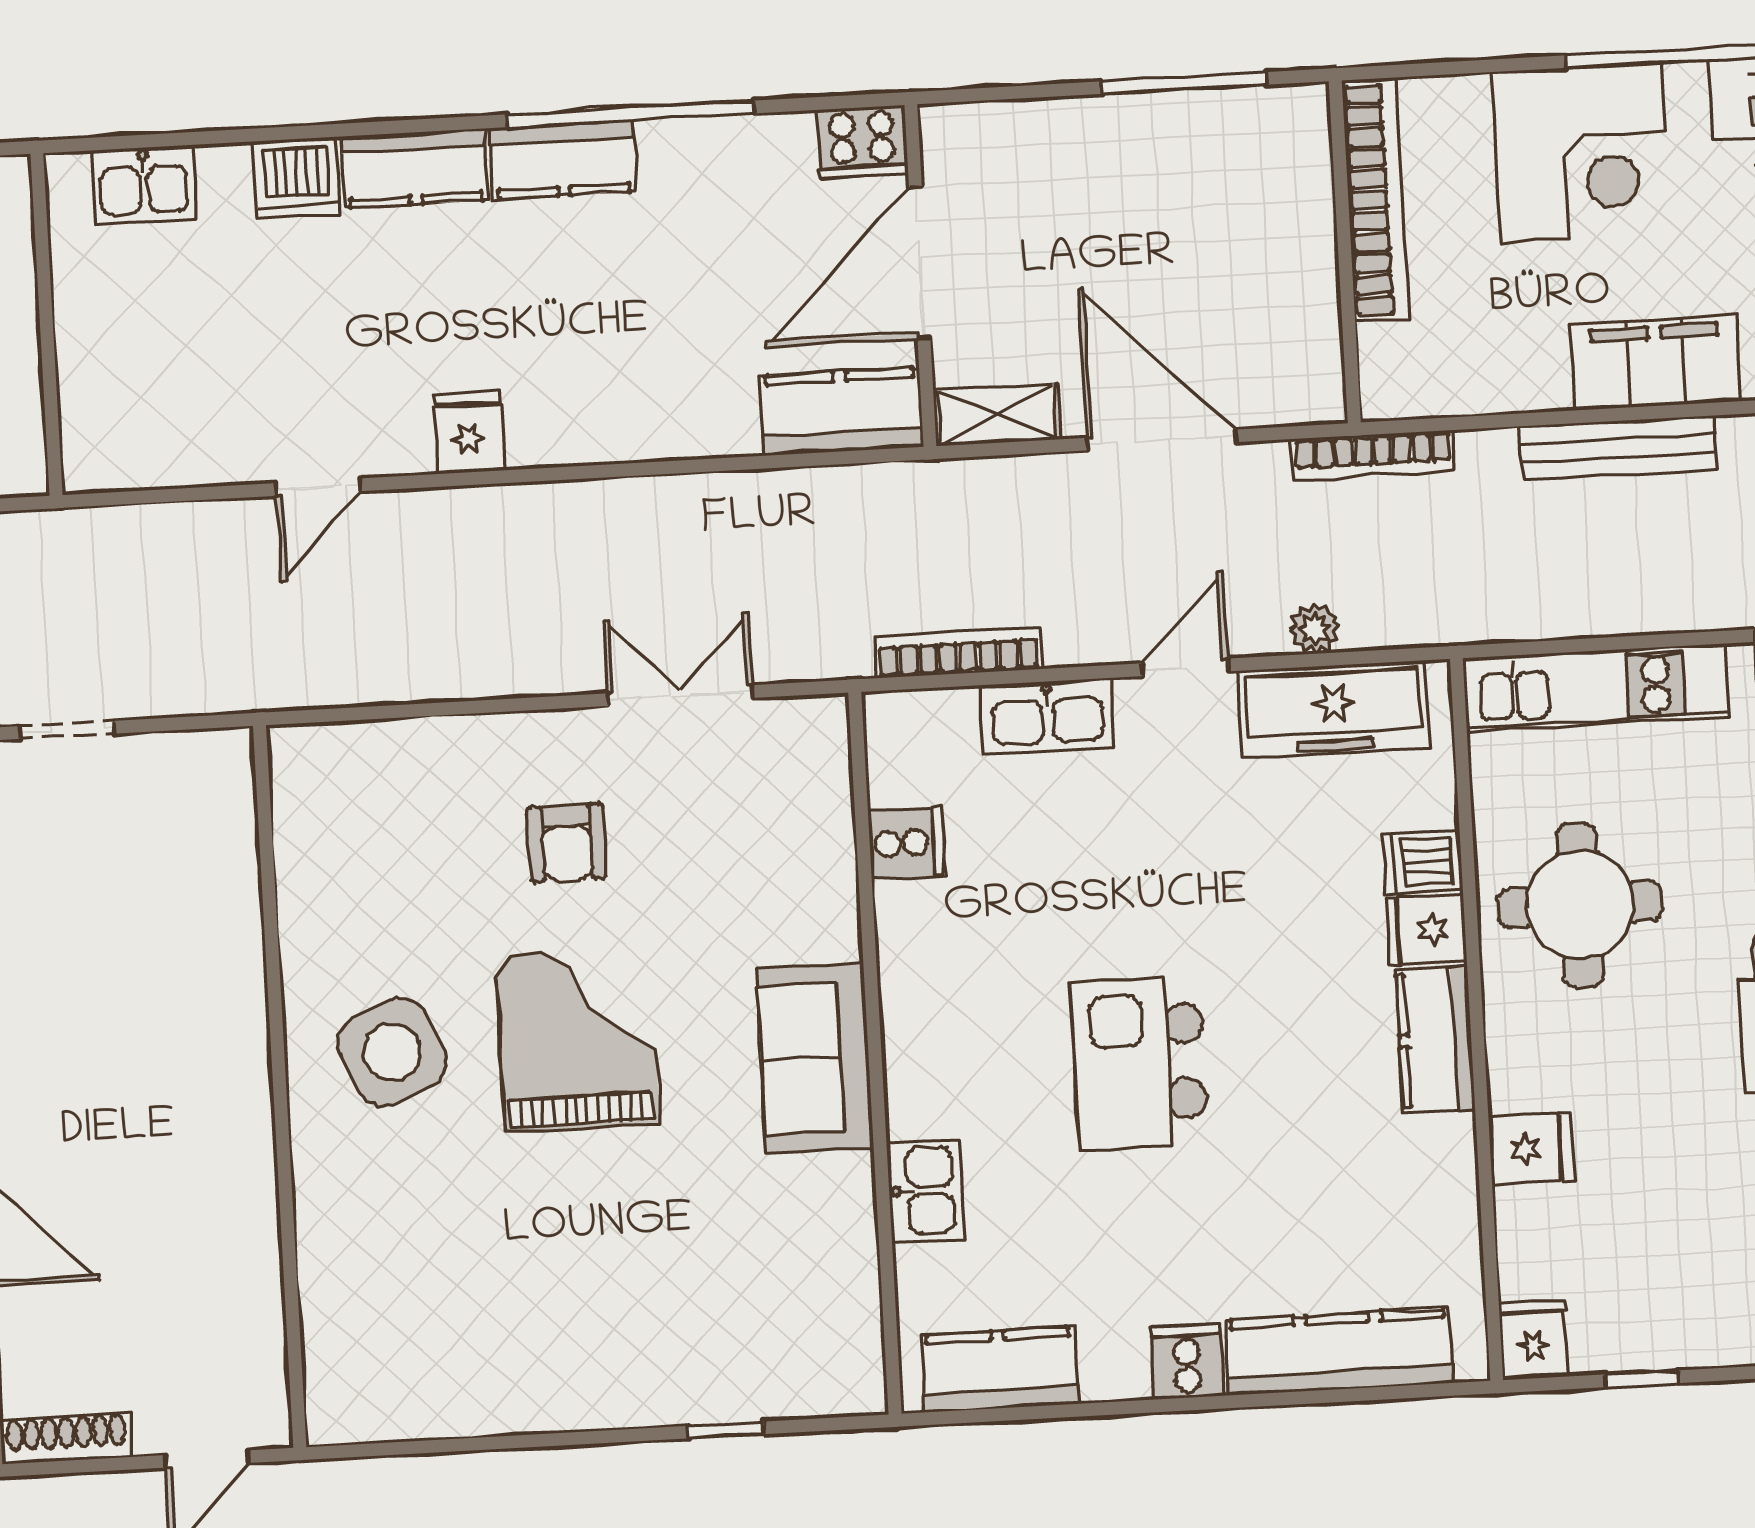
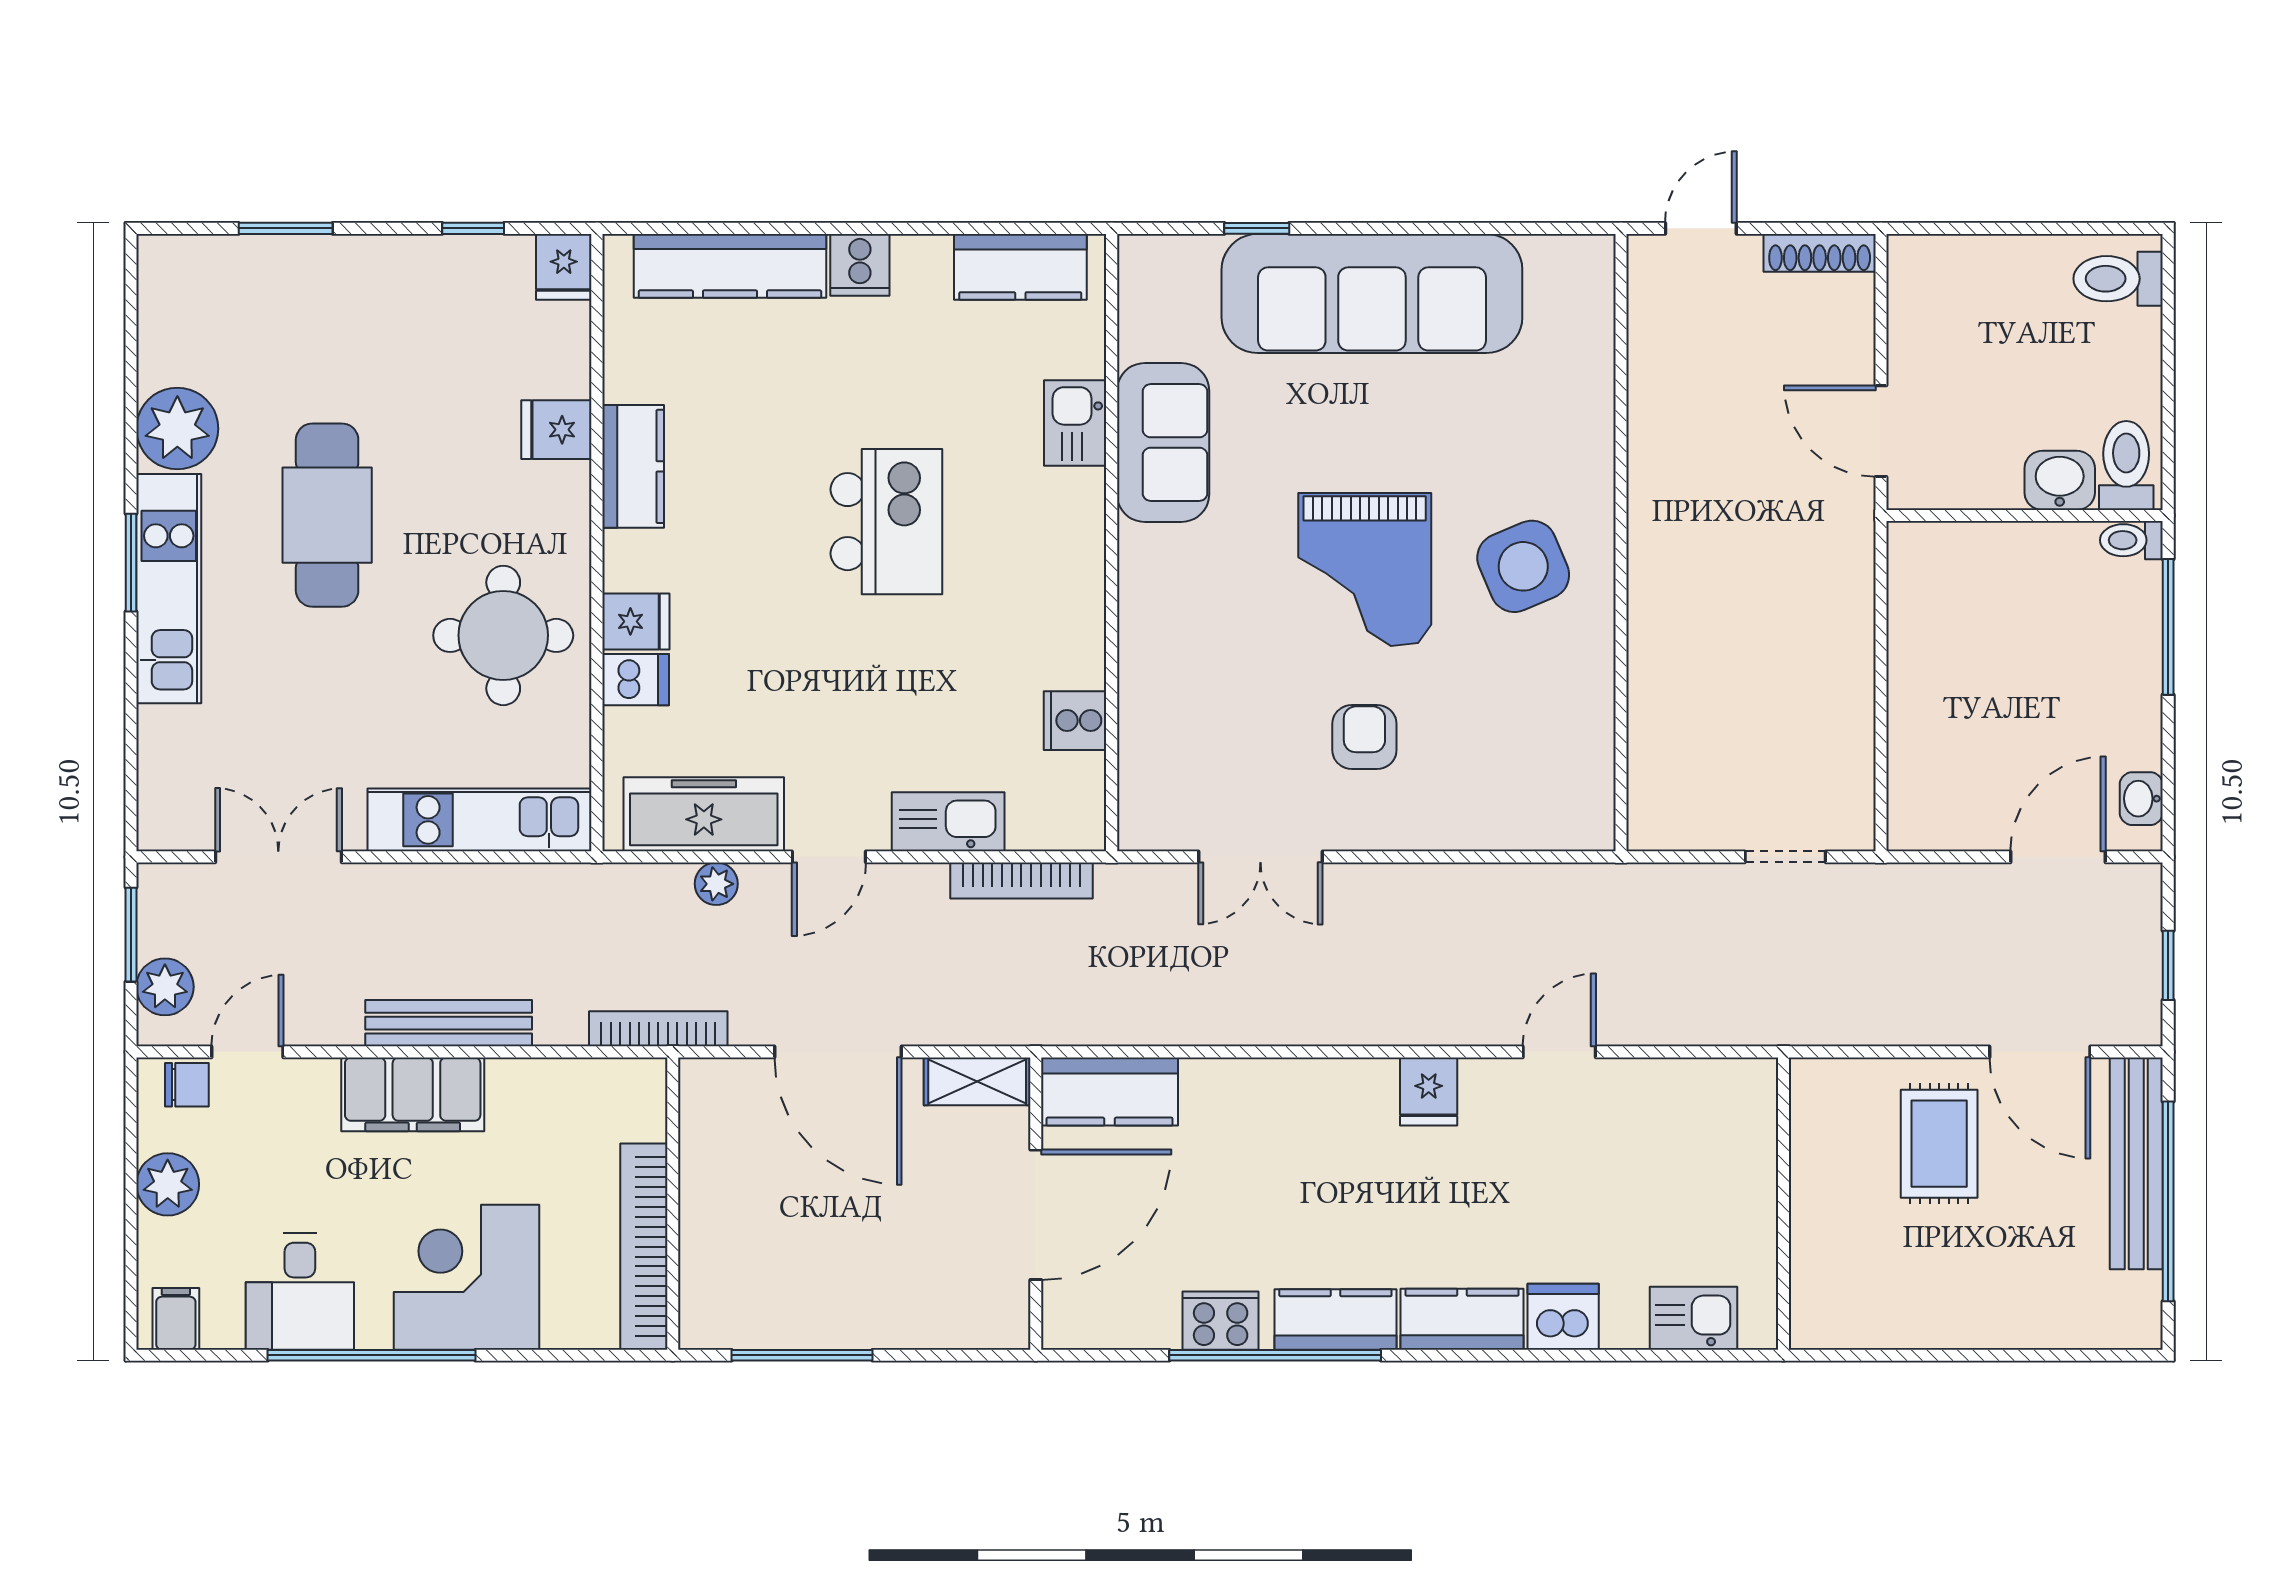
cooker: (862, 142) -> (1221, 1321), moved
kitchen counter: (1435, 1040) -> (633, 466), moved
sofa: (815, 1058) -> (1163, 443), moved
sofa: (587, 1361) -> (1372, 293), added

